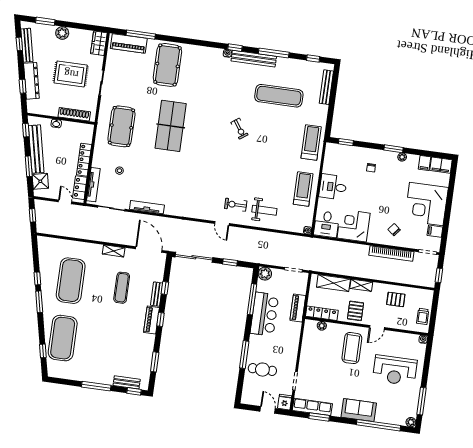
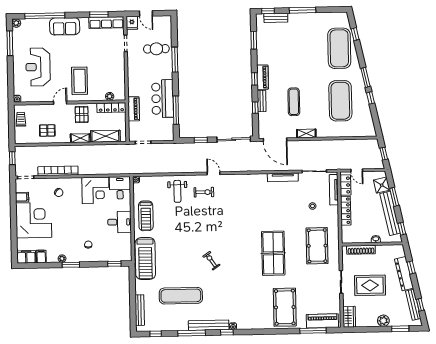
treadmill: (311, 142) -> (145, 259), width x1.37, depth x1.38
weight bench: (264, 210) -> (177, 191), turned -90
plant: (265, 274) -> (168, 135), removed
reception desk: (395, 370) -> (38, 67), turned -90

